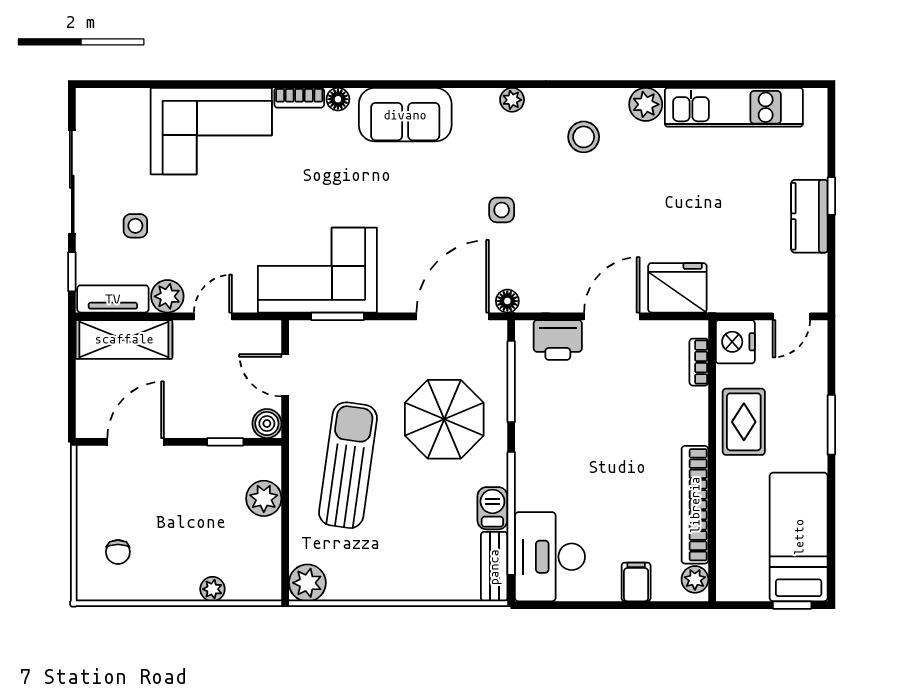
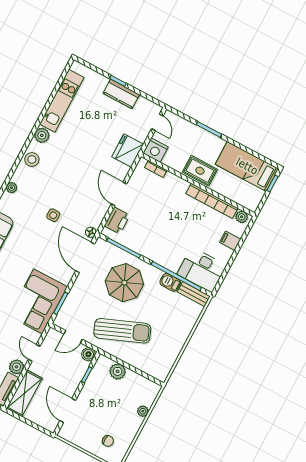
stool: (584, 137) -> (32, 159), moved
fridge: (677, 288) -> (128, 150), moved
rug: (744, 422) -> (200, 171), moved
sun lounger: (348, 465) -> (122, 331), turned 150
plant: (307, 583) -> (161, 372), removed

